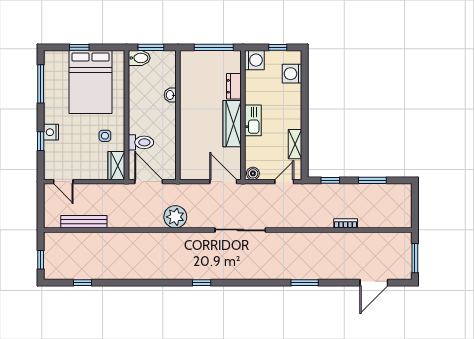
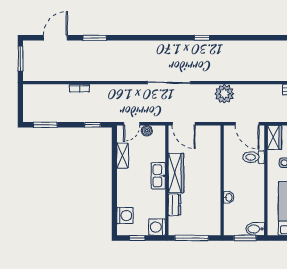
boiler: (253, 173) -> (147, 131), moved
window: (372, 180) -> (45, 125), moved
window: (305, 283) -> (95, 38), moved

